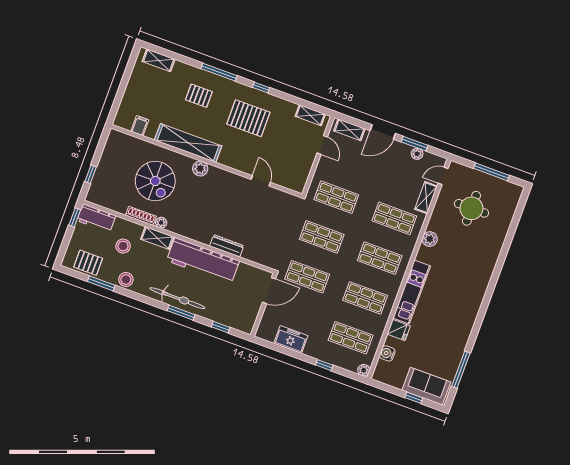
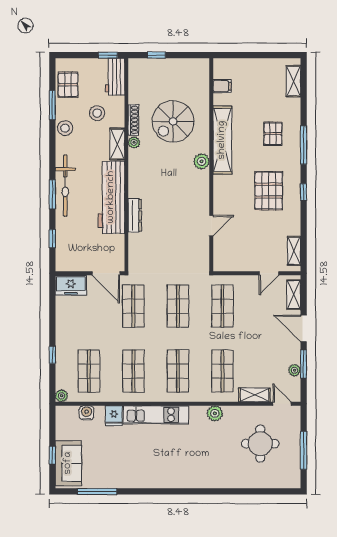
freezer: (291, 340) -> (71, 285), moved, turned 90

